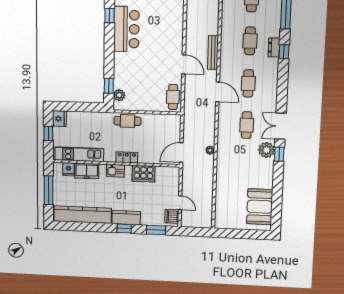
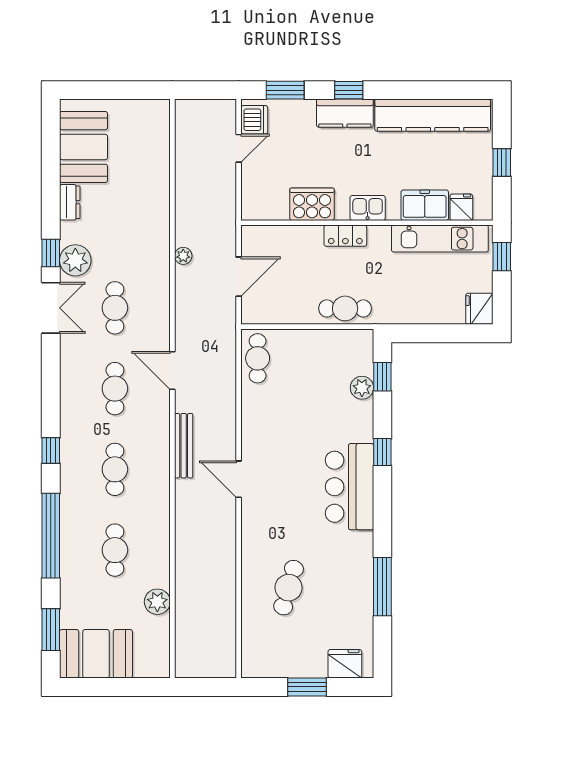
window: (109, 16) -> (382, 452), moved
dresser: (274, 47) -> (70, 202), moved
door: (184, 64) -> (239, 479), moved
plant: (119, 95) -> (362, 388), moved
window: (48, 133) -> (502, 257), moved
door: (181, 153) -> (239, 277), moved
window: (49, 190) -> (502, 162), width x0.46
door: (180, 203) -> (239, 148), swing flipped

